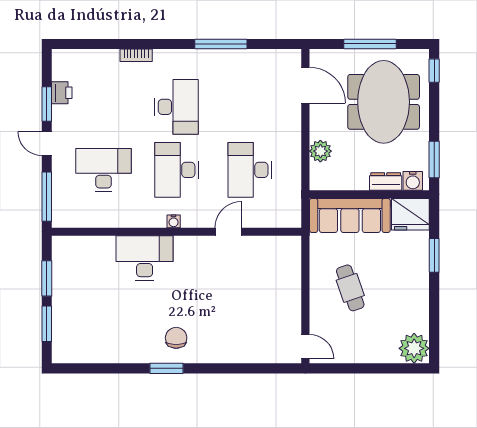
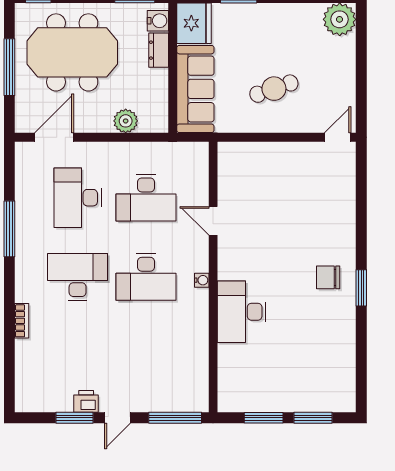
printer: (62, 93) -> (86, 401), moved
desk: (103, 170) -> (78, 198), moved

